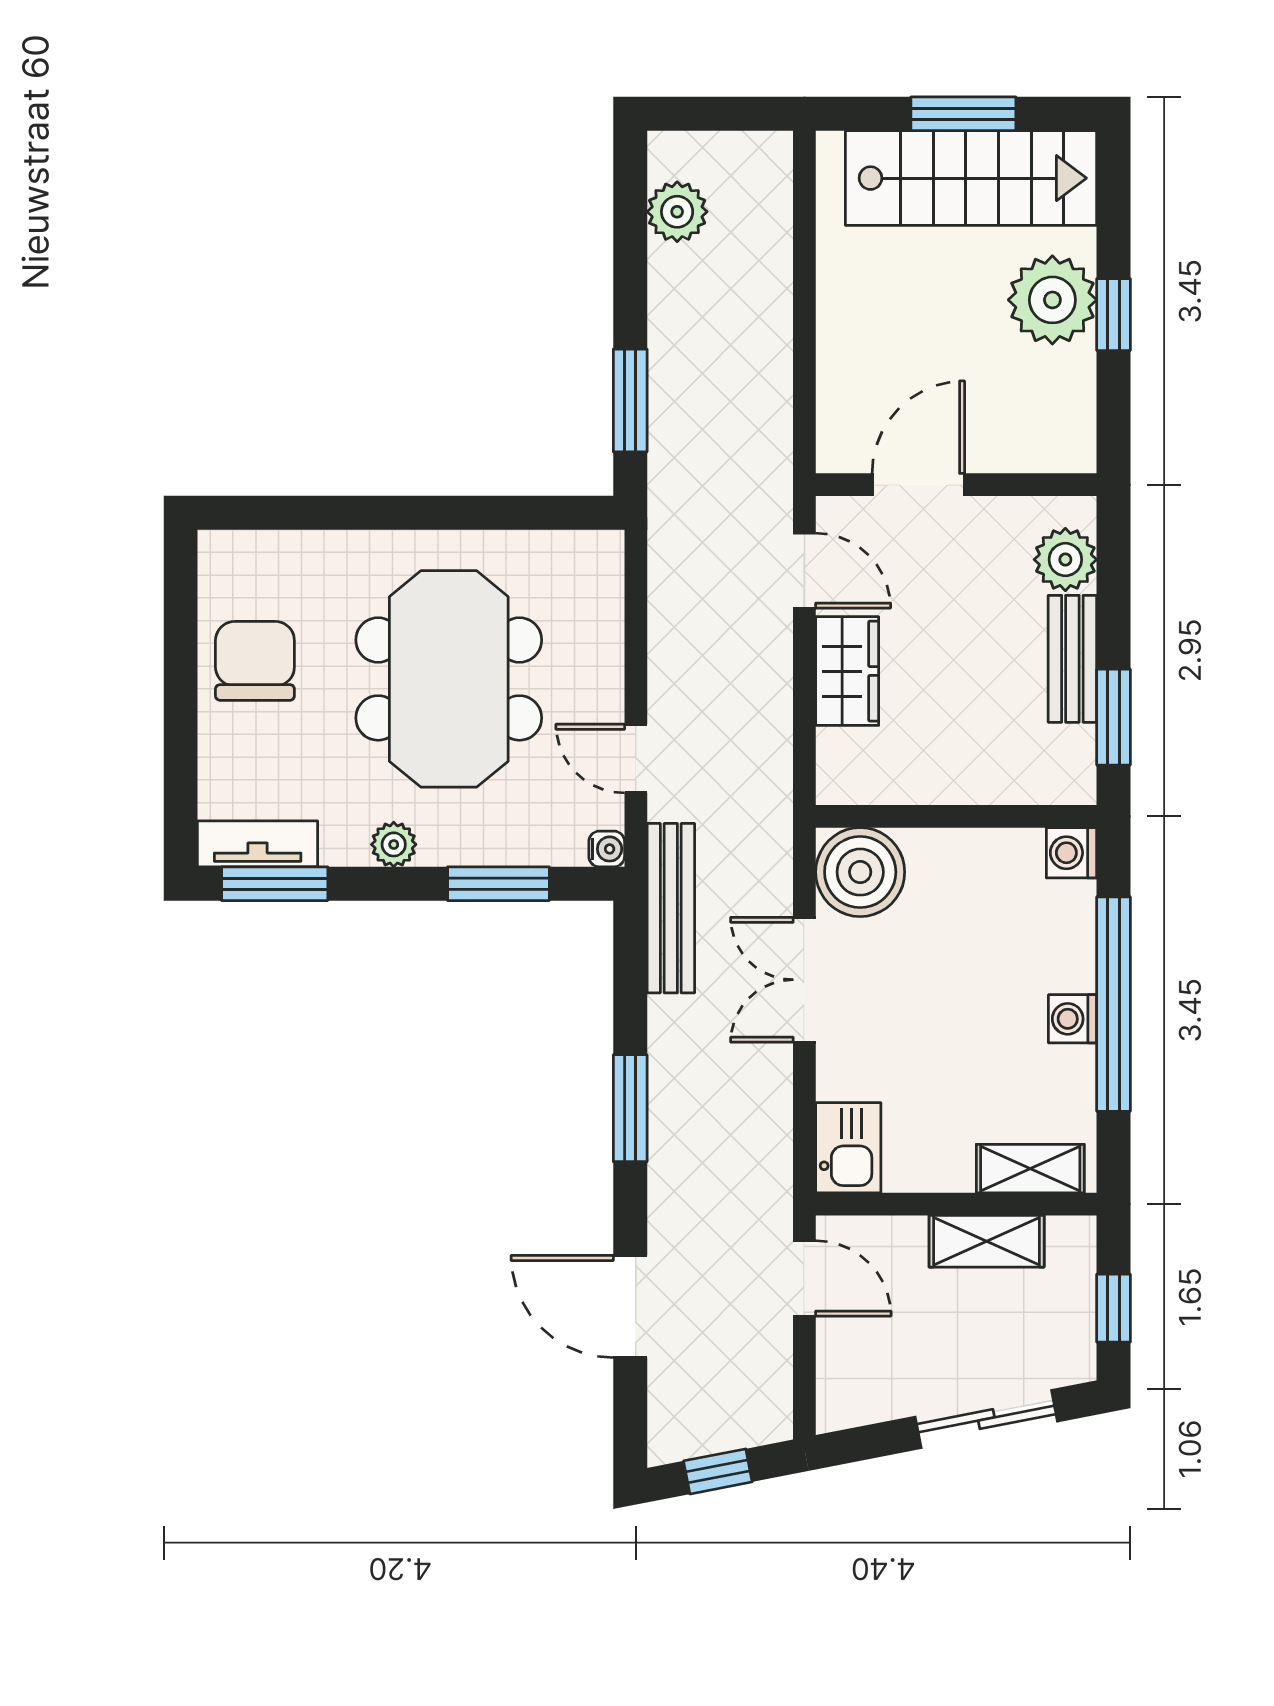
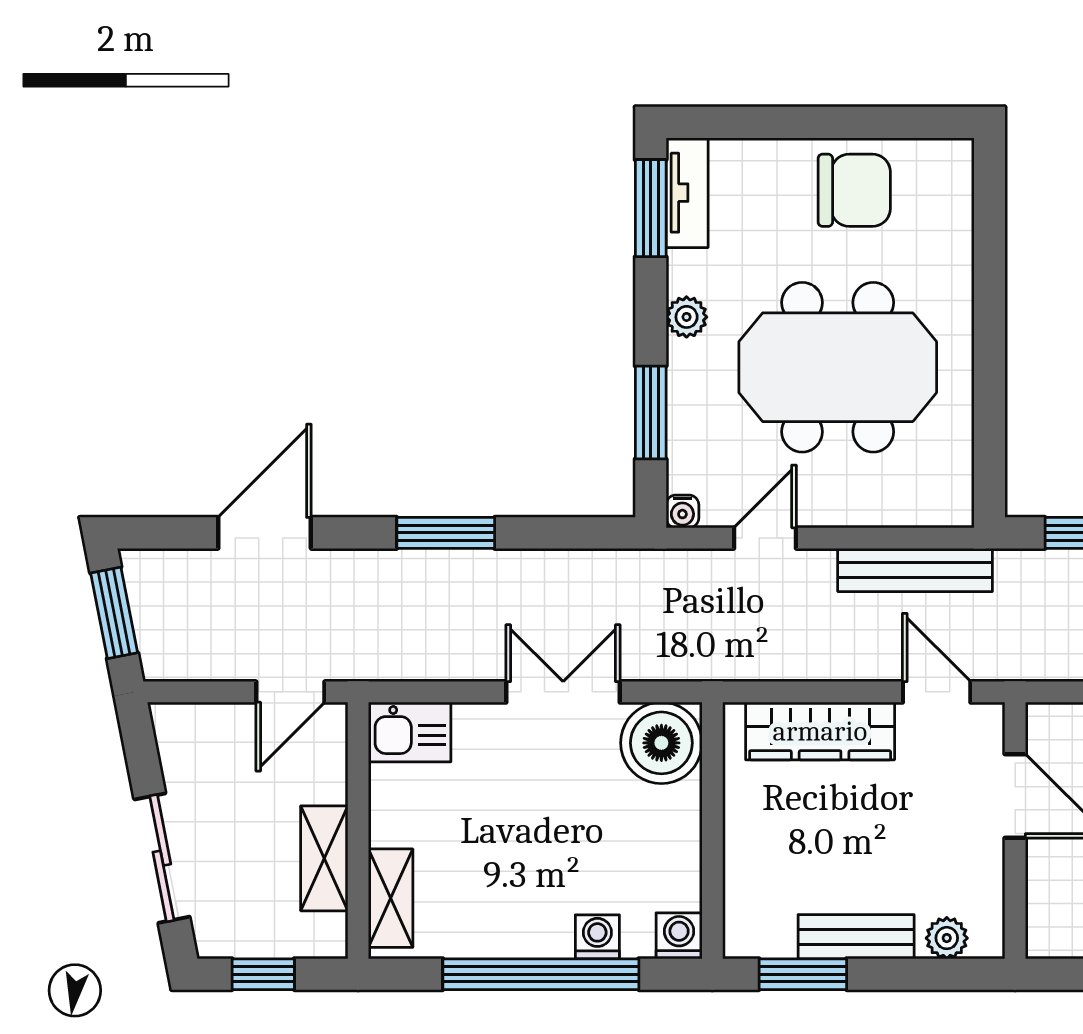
plant: (1065, 560) -> (947, 938), width x0.73, depth x0.73
door: (804, 571) -> (937, 692), swing flipped
wardrobe: (847, 671) -> (820, 731), width x1.50
bench: (671, 908) -> (915, 570), moved
washing machine: (1073, 1019) -> (597, 937), moved
window: (718, 1471) -> (114, 613), width x1.50

